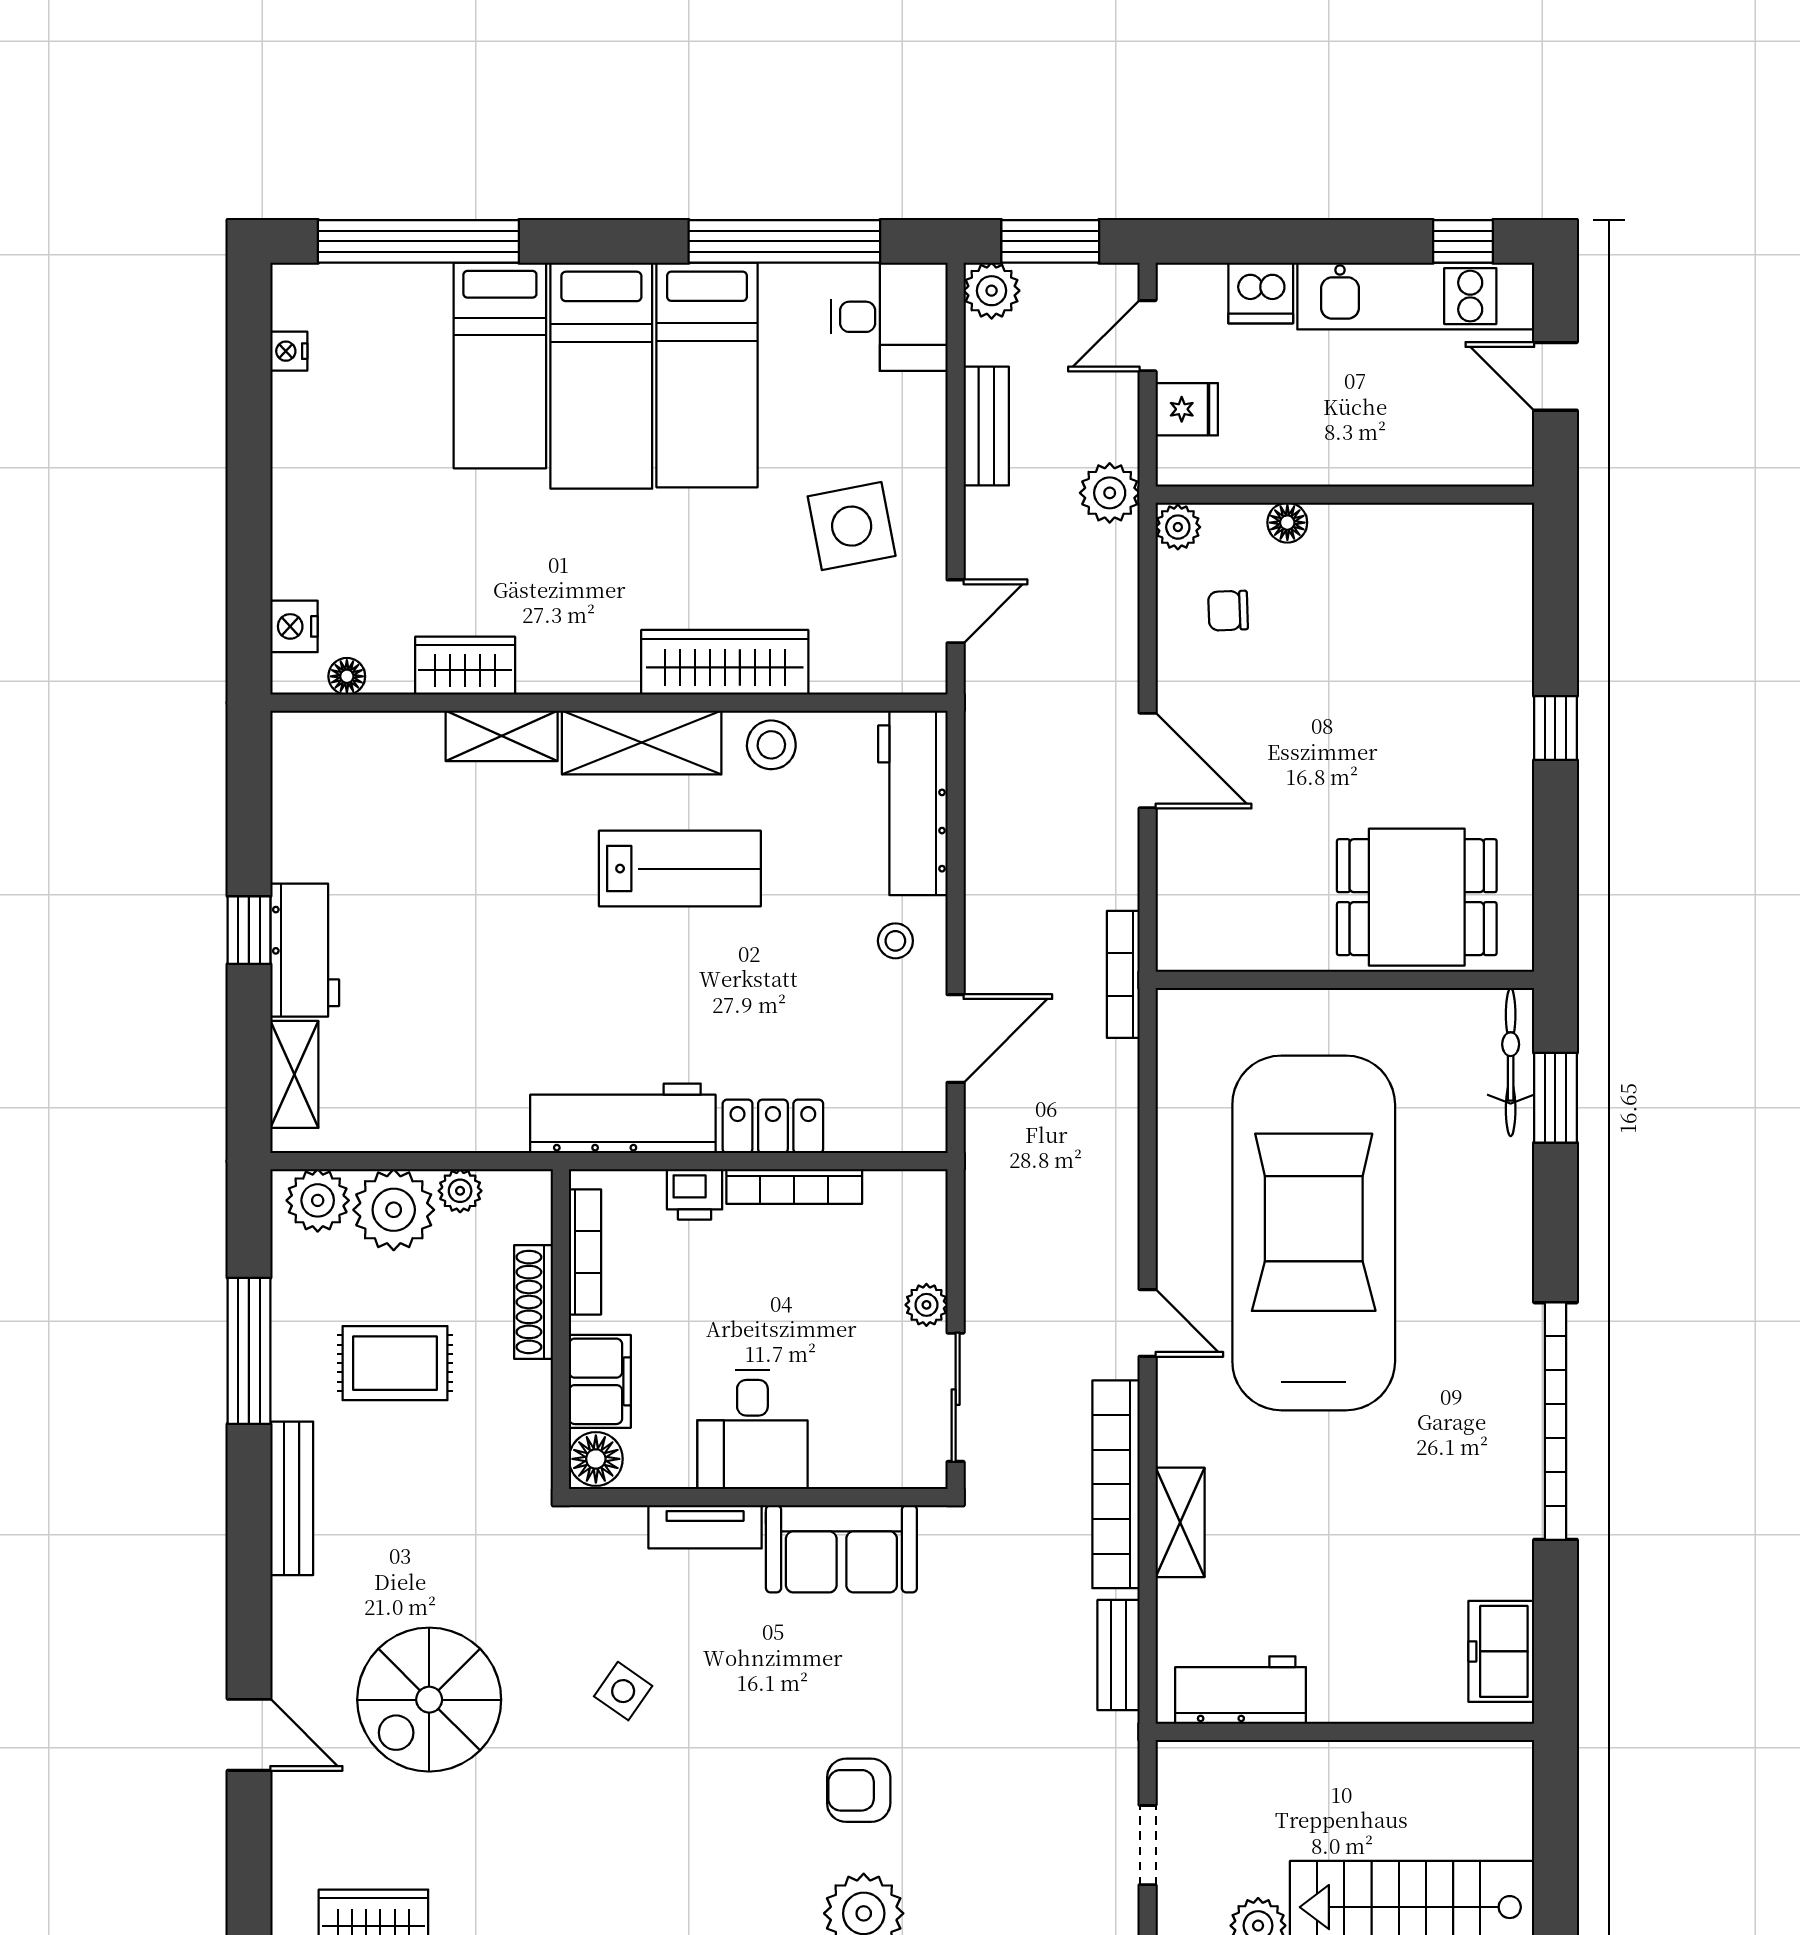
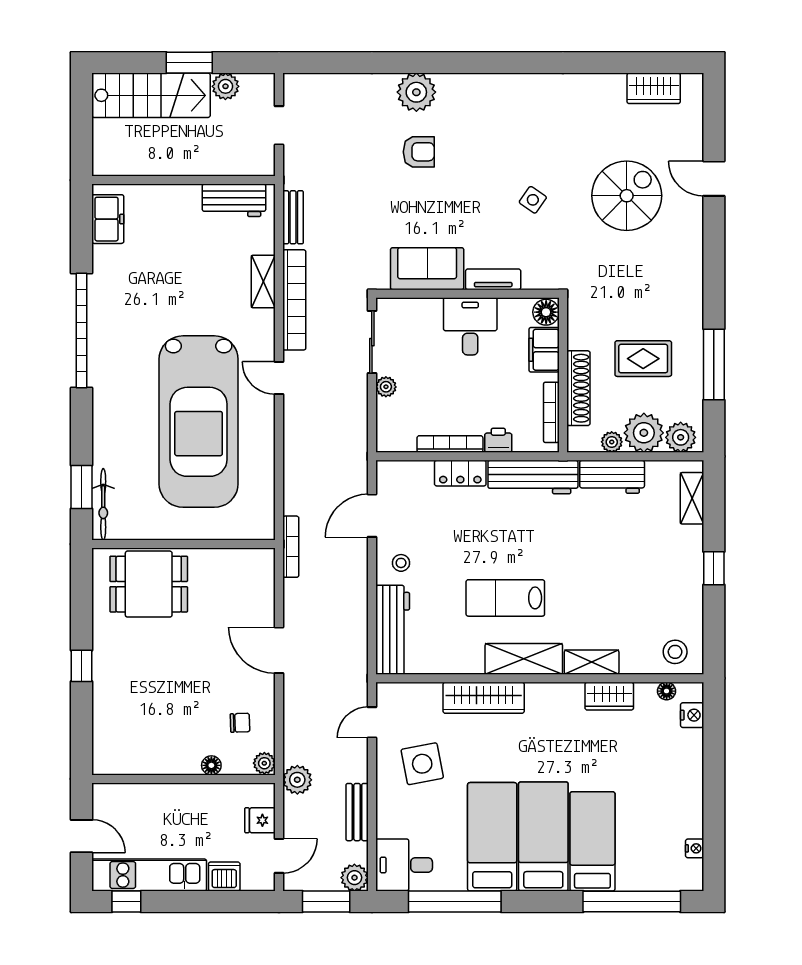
stool: (771, 745) -> (675, 652), moved
workbench: (305, 950) -> (612, 477), moved, turned -90
shoe rack: (534, 1302) -> (578, 388), width x1.36, depth x1.24
bench: (292, 1498) -> (693, 293), removed

